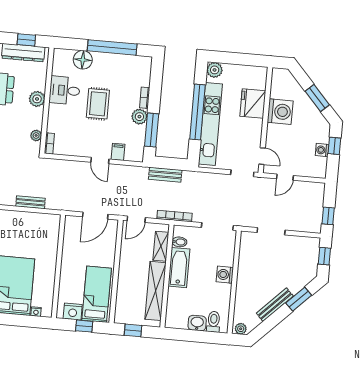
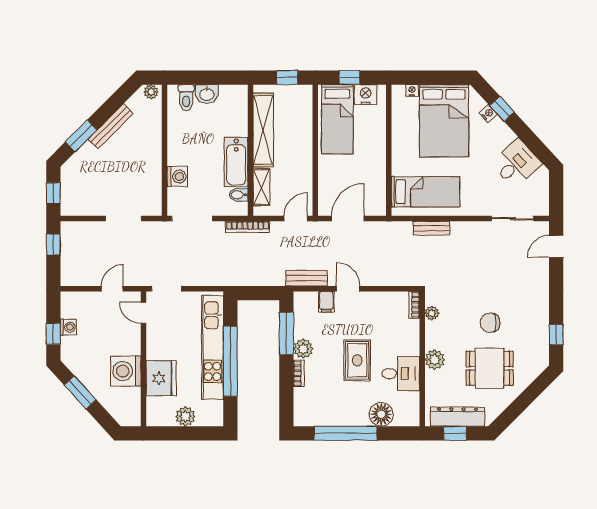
plant: (215, 70) -> (185, 416), moved
bench: (165, 175) -> (307, 278), moved
bed: (33, 231) -> (425, 192), added
washing machine: (225, 275) -> (177, 176), moved

